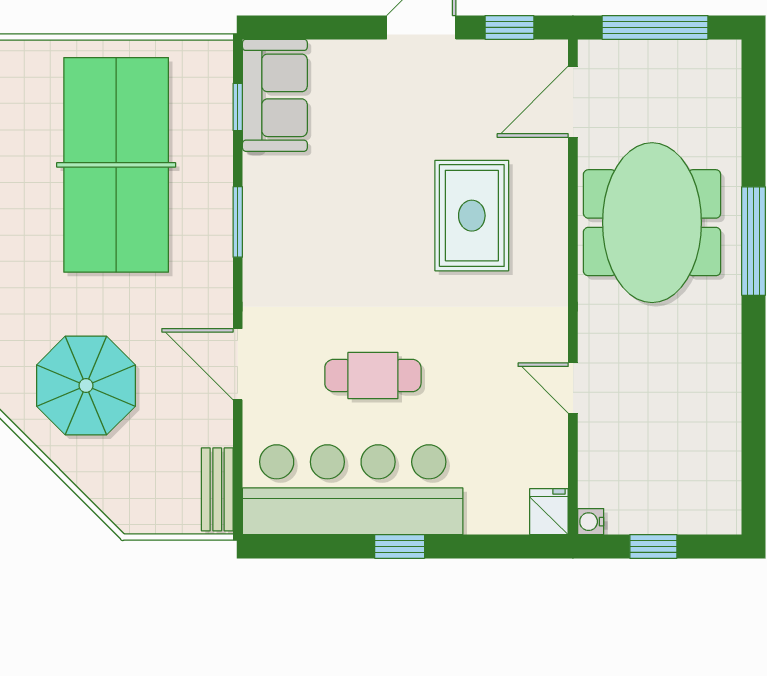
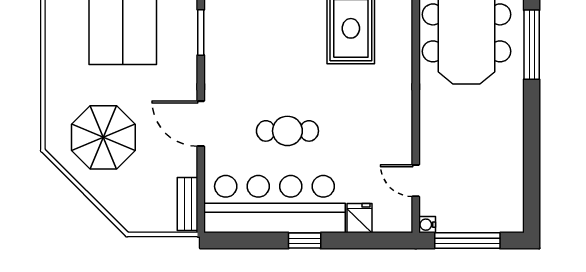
door: (573, 388) -> (416, 181), moved
fridge: (549, 512) -> (360, 218), moved
window: (653, 546) -> (467, 241), width x2.17

